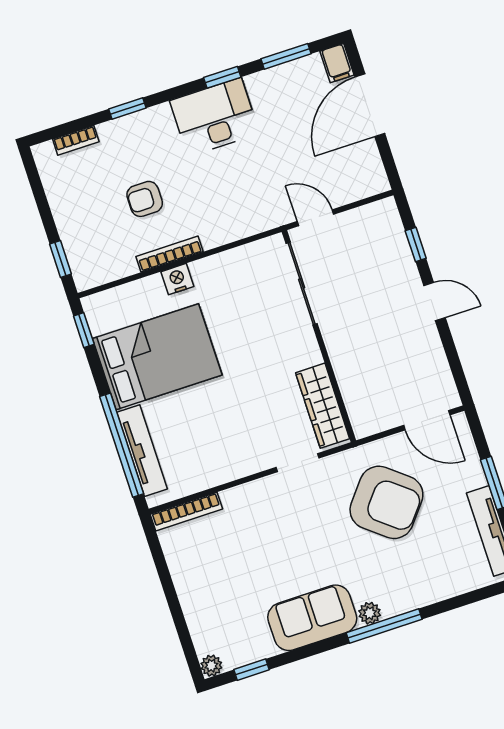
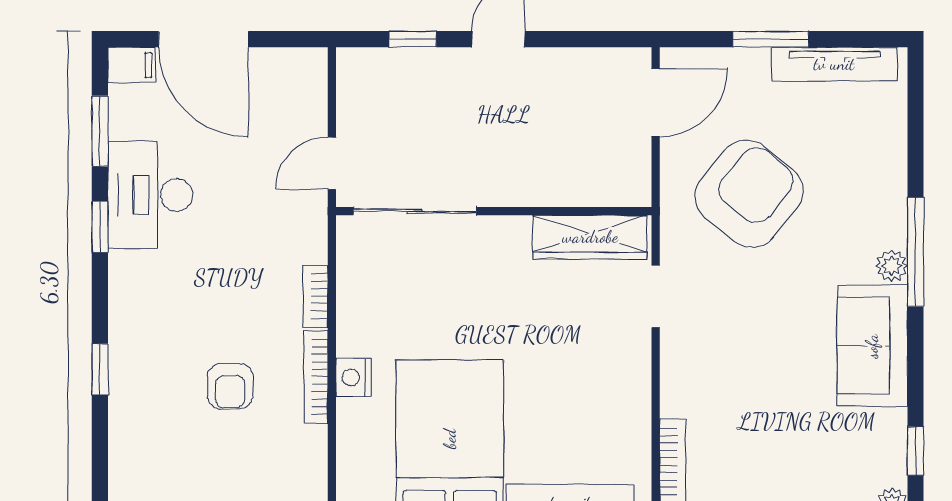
desk: (215, 117) -> (150, 195), moved
bookcase: (76, 140) -> (315, 296), moved, turned 180

